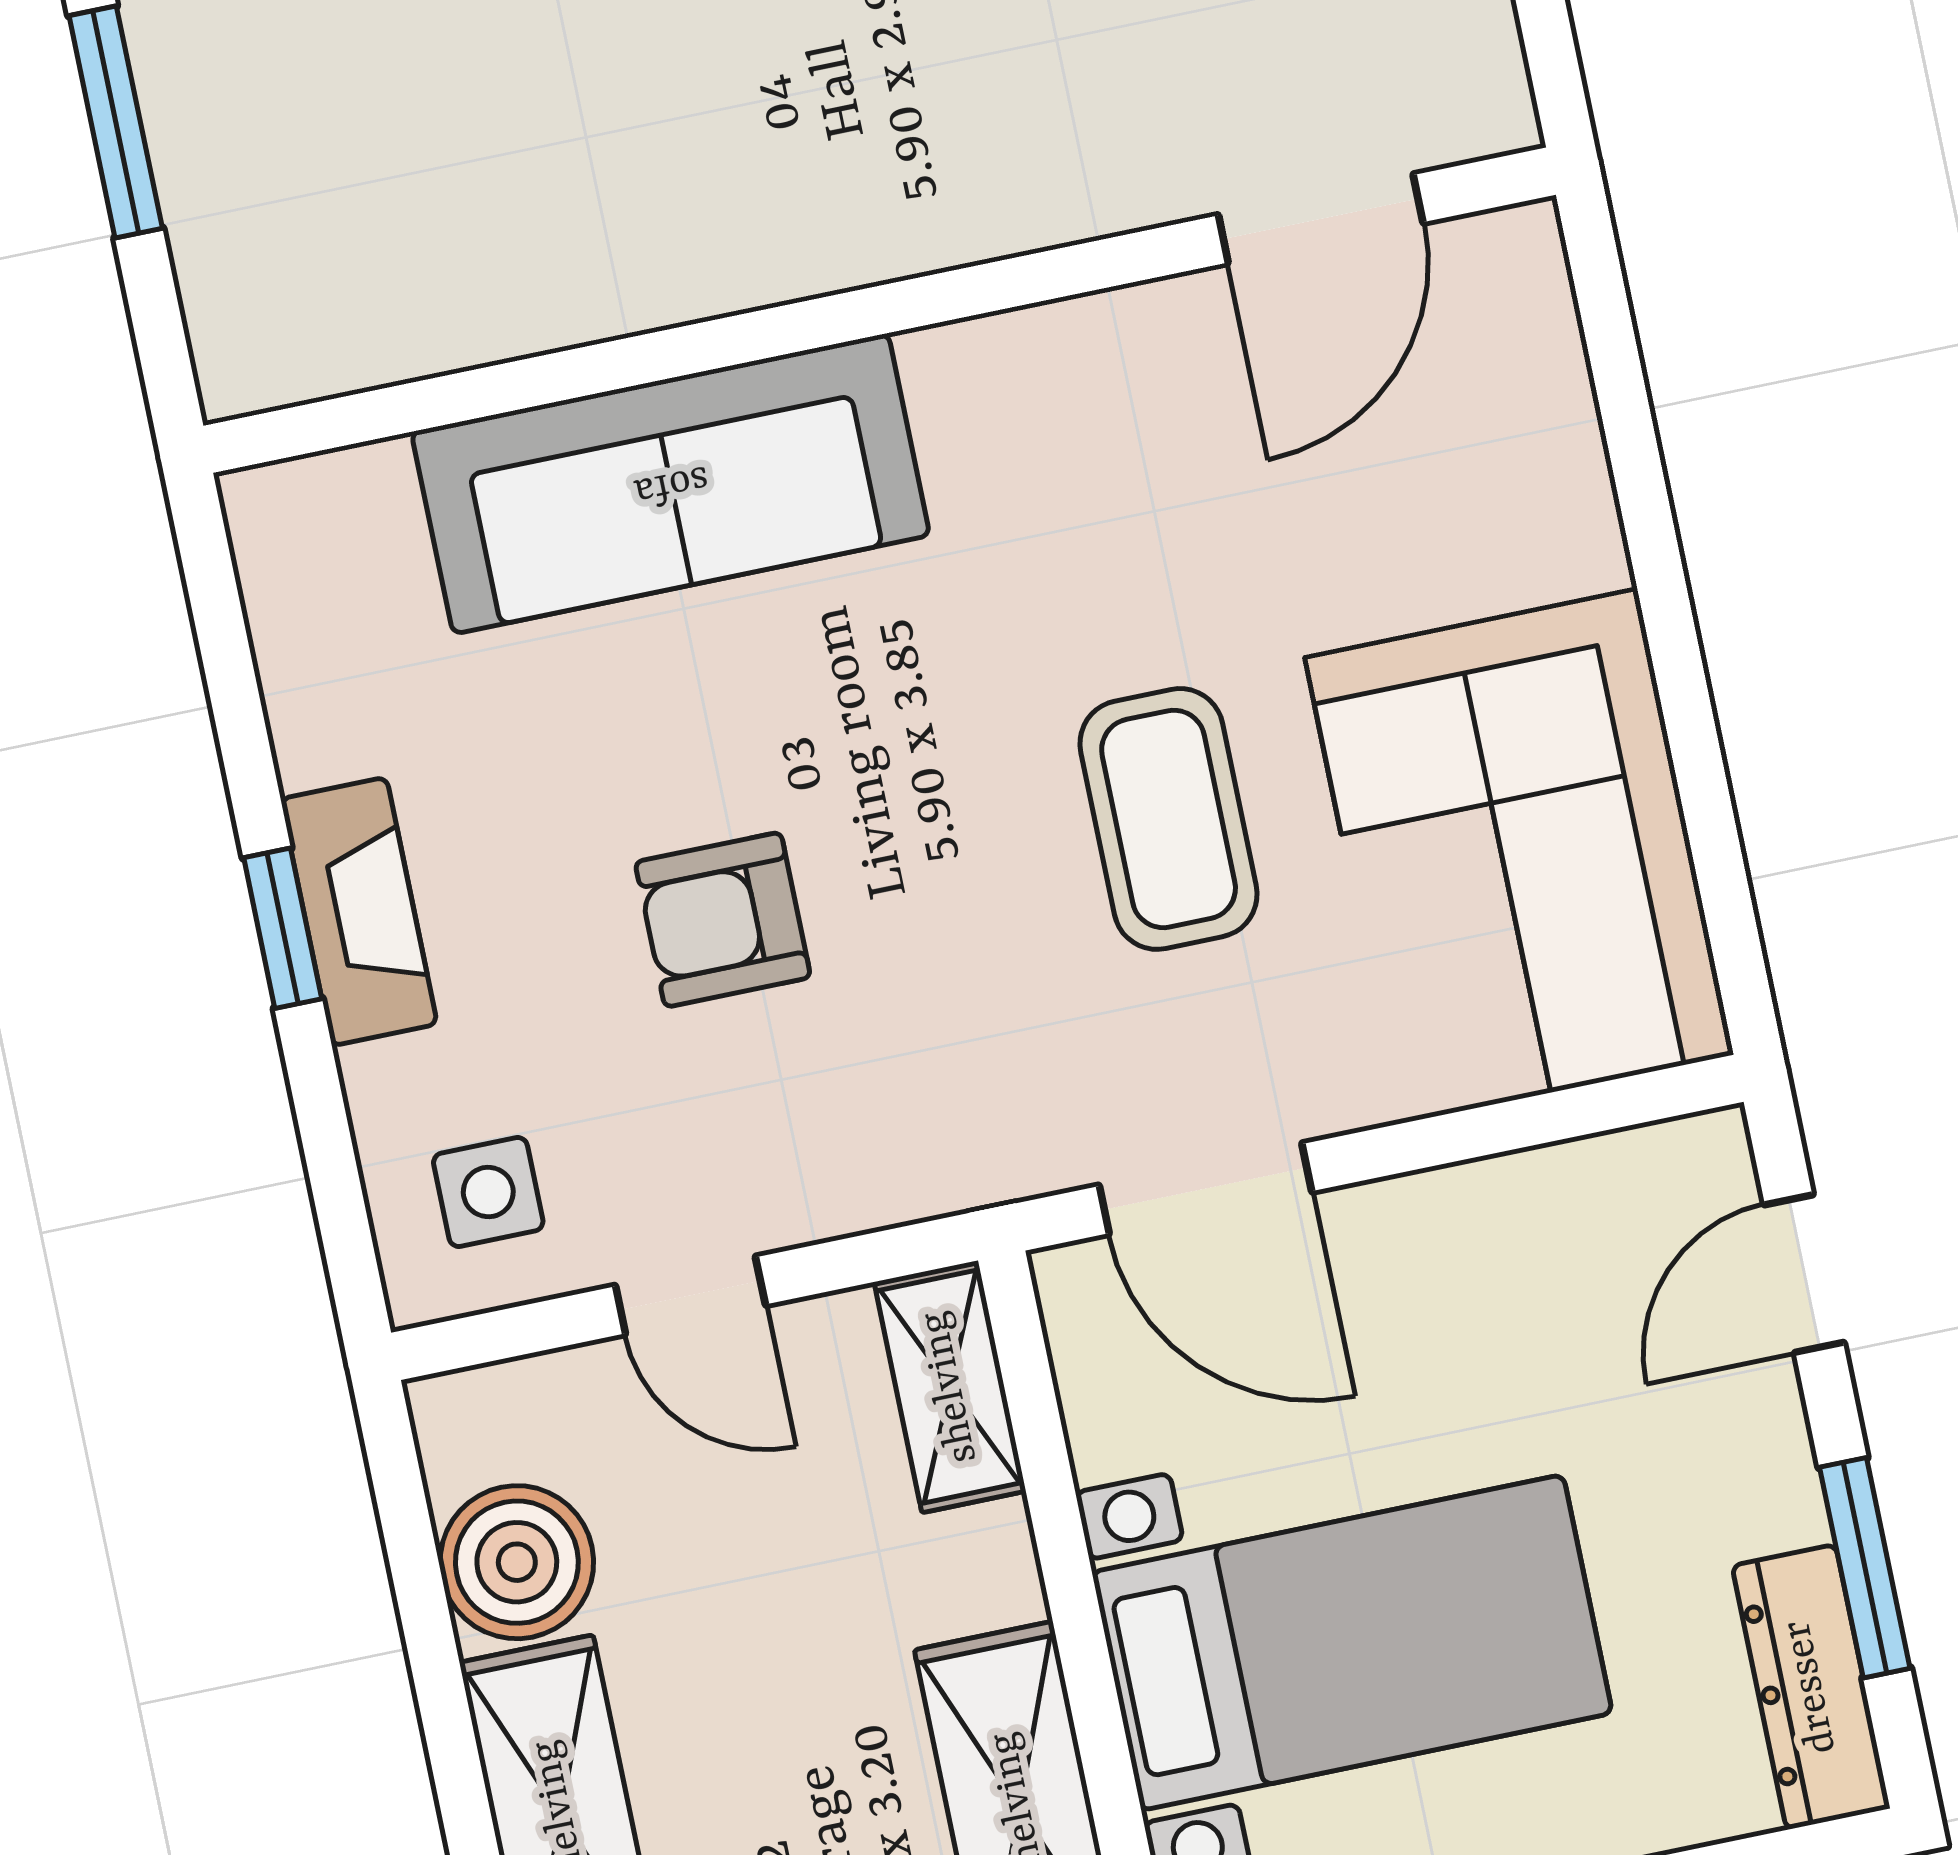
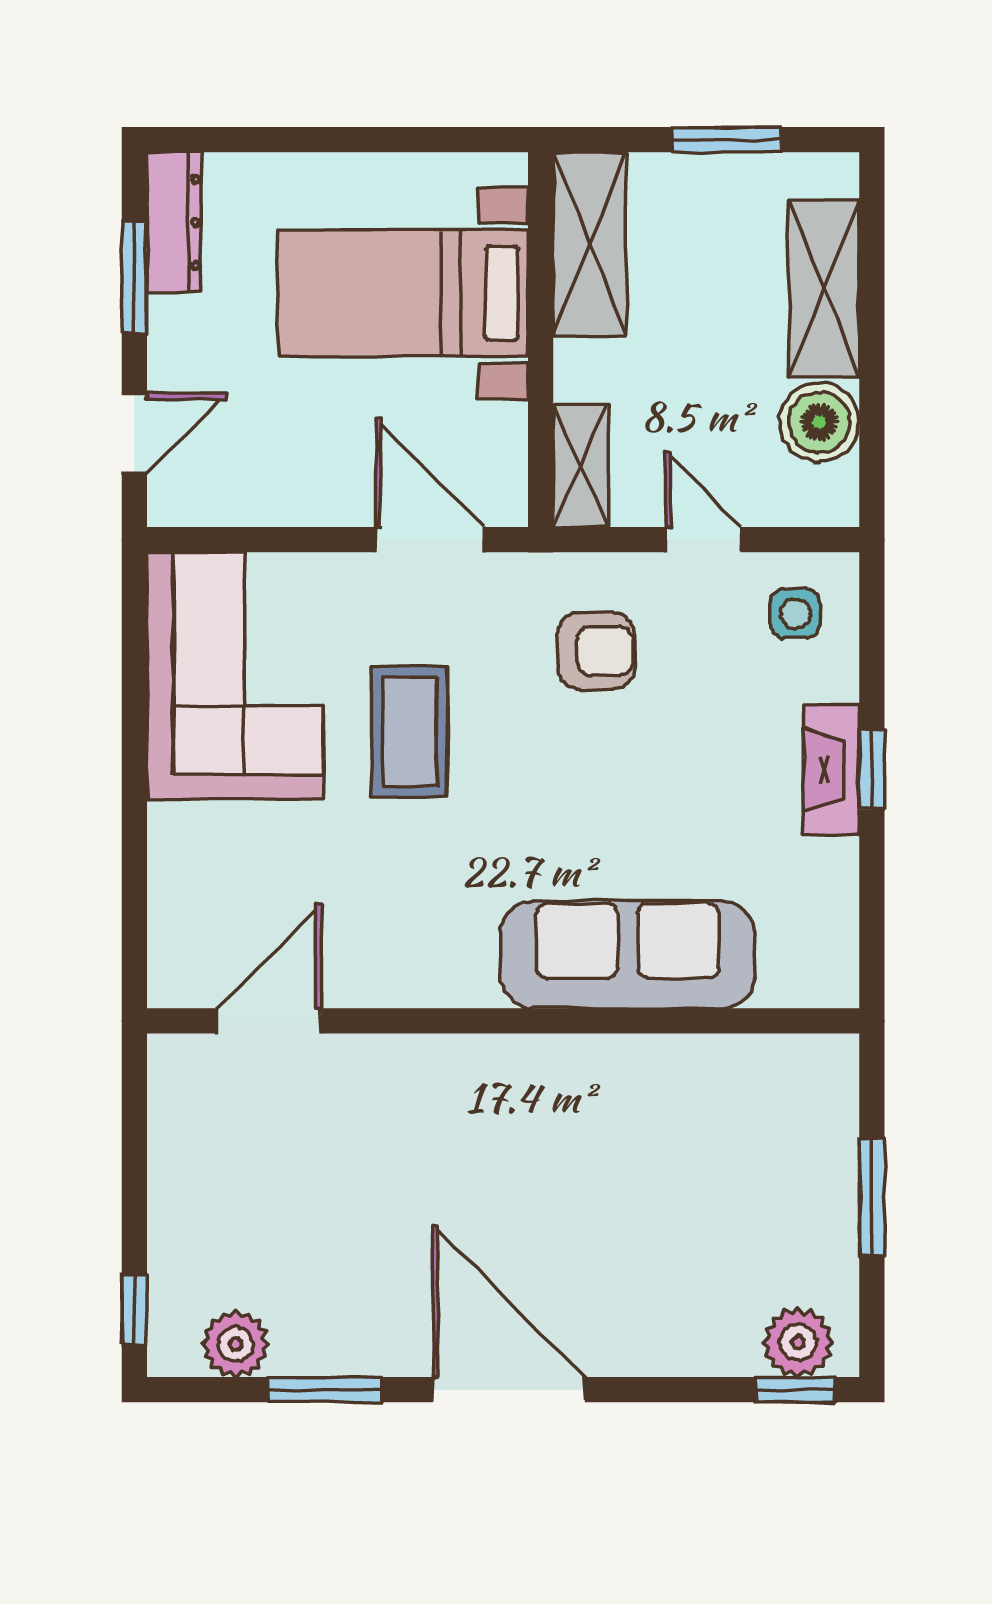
armchair: (723, 920) -> (596, 651), moved

